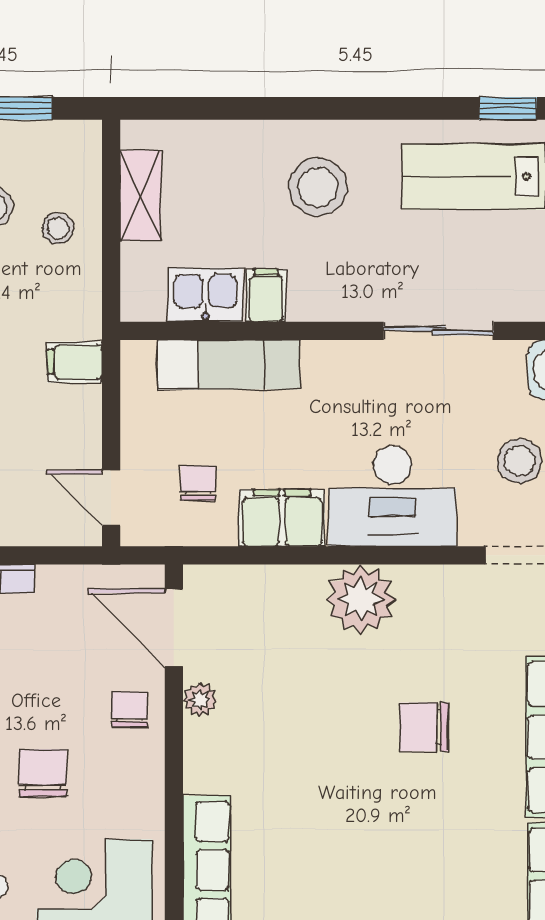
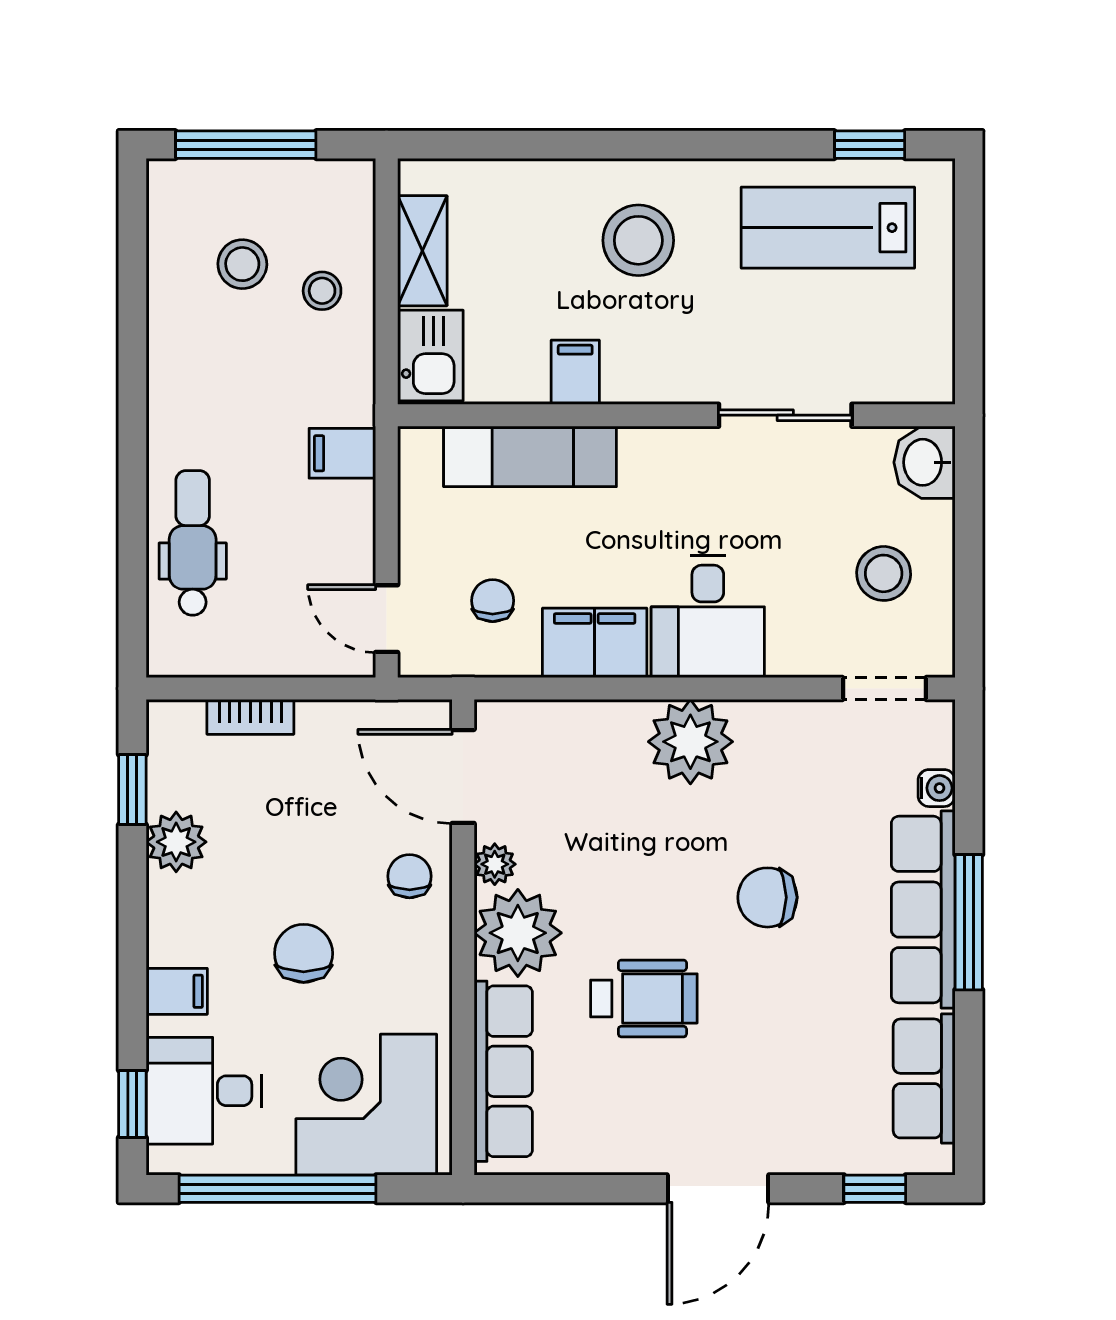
kitchen sink: (205, 295) -> (430, 355), moved, turned 90
desk: (392, 496) -> (708, 617), width x0.73
plant: (219, 756) -> (518, 933), added
wheelchair: (323, 810) -> (644, 998), added

